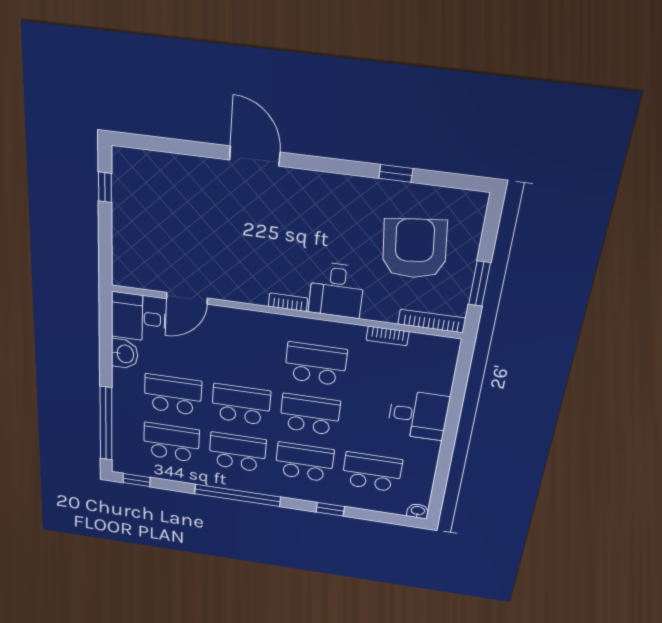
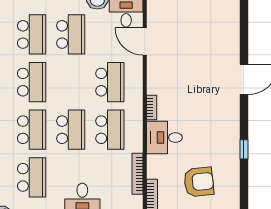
window: (396, 173) -> (244, 149), moved
armchair: (414, 249) -> (199, 182), width x0.73, depth x0.73
bookcase: (388, 336) -> (137, 174), width x1.56
school desk: (241, 405) -> (110, 82), moved

